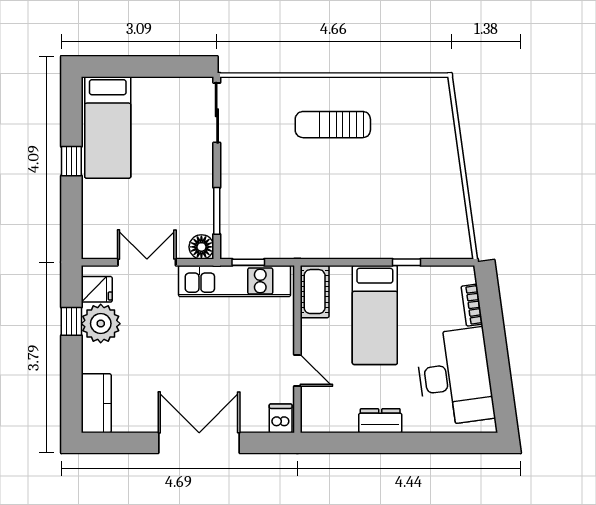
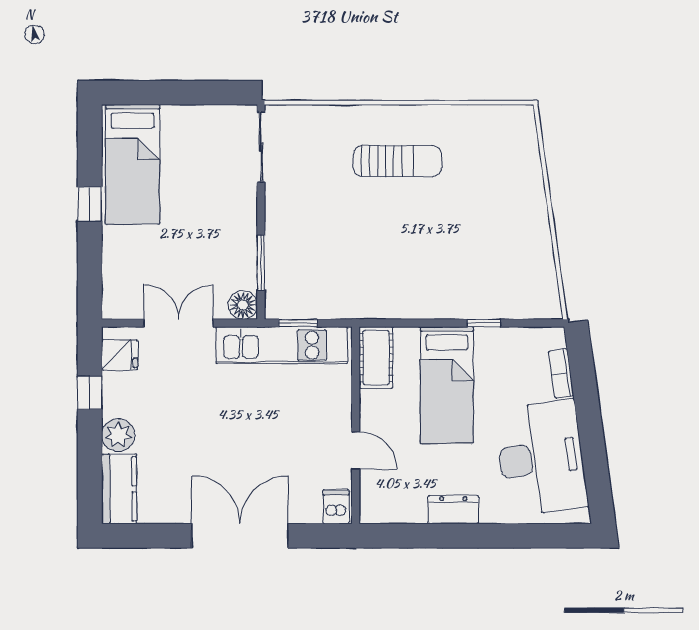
sun lounger: (333, 125) -> (397, 161), turned 180
plant: (101, 324) -> (118, 435), moved, width x0.73, depth x0.73

